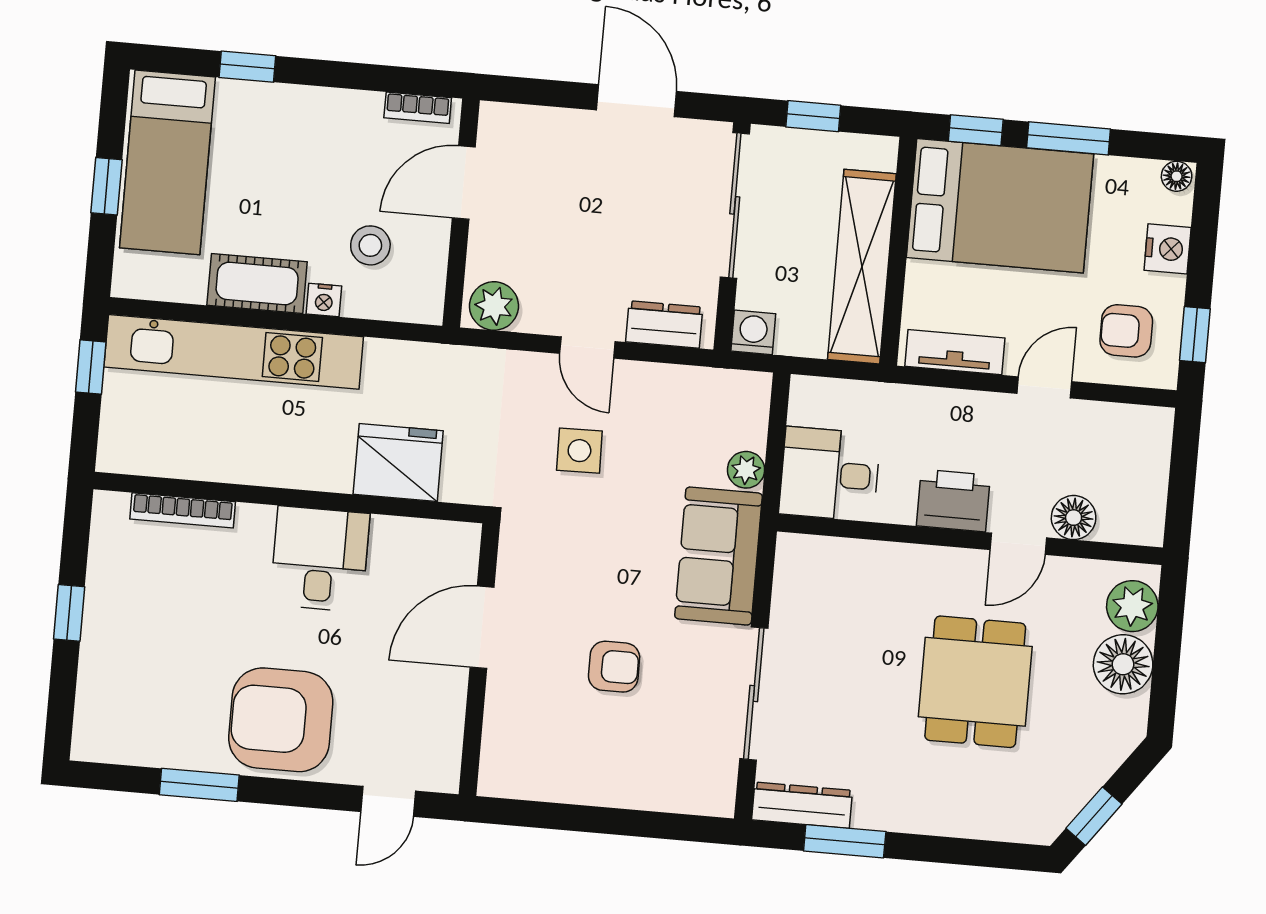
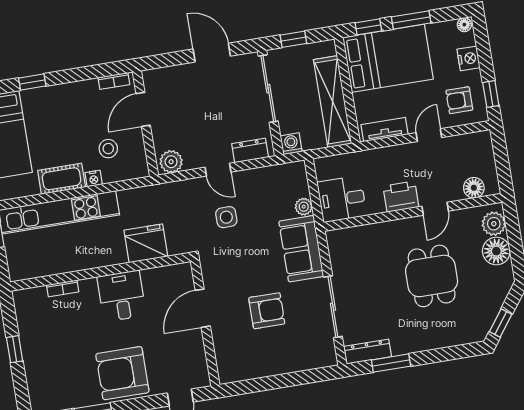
bookcase: (183, 510) -> (63, 288), width x0.64
floor lamp: (1074, 518) -> (474, 188), moved
armchair: (614, 667) -> (267, 311), width x1.38, depth x1.38

